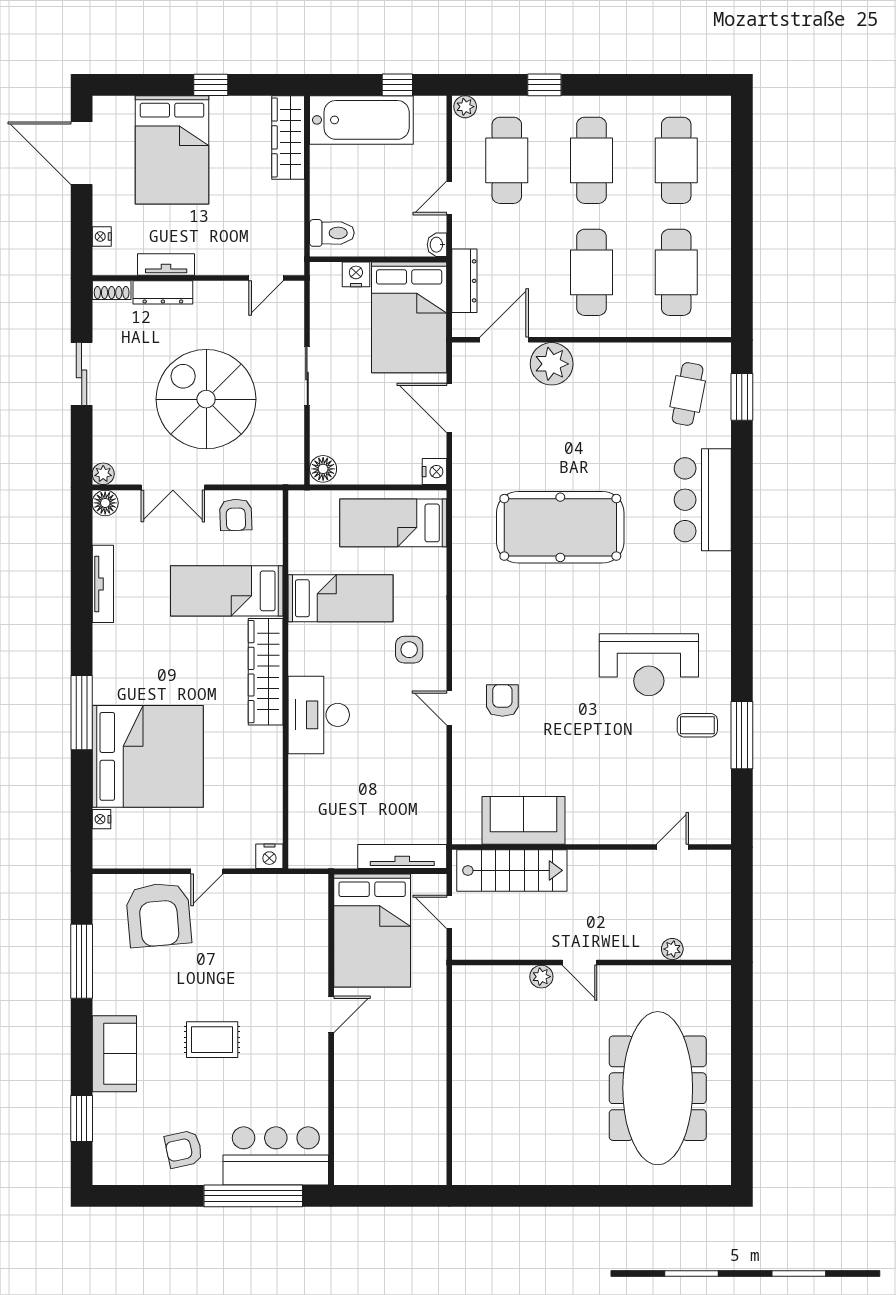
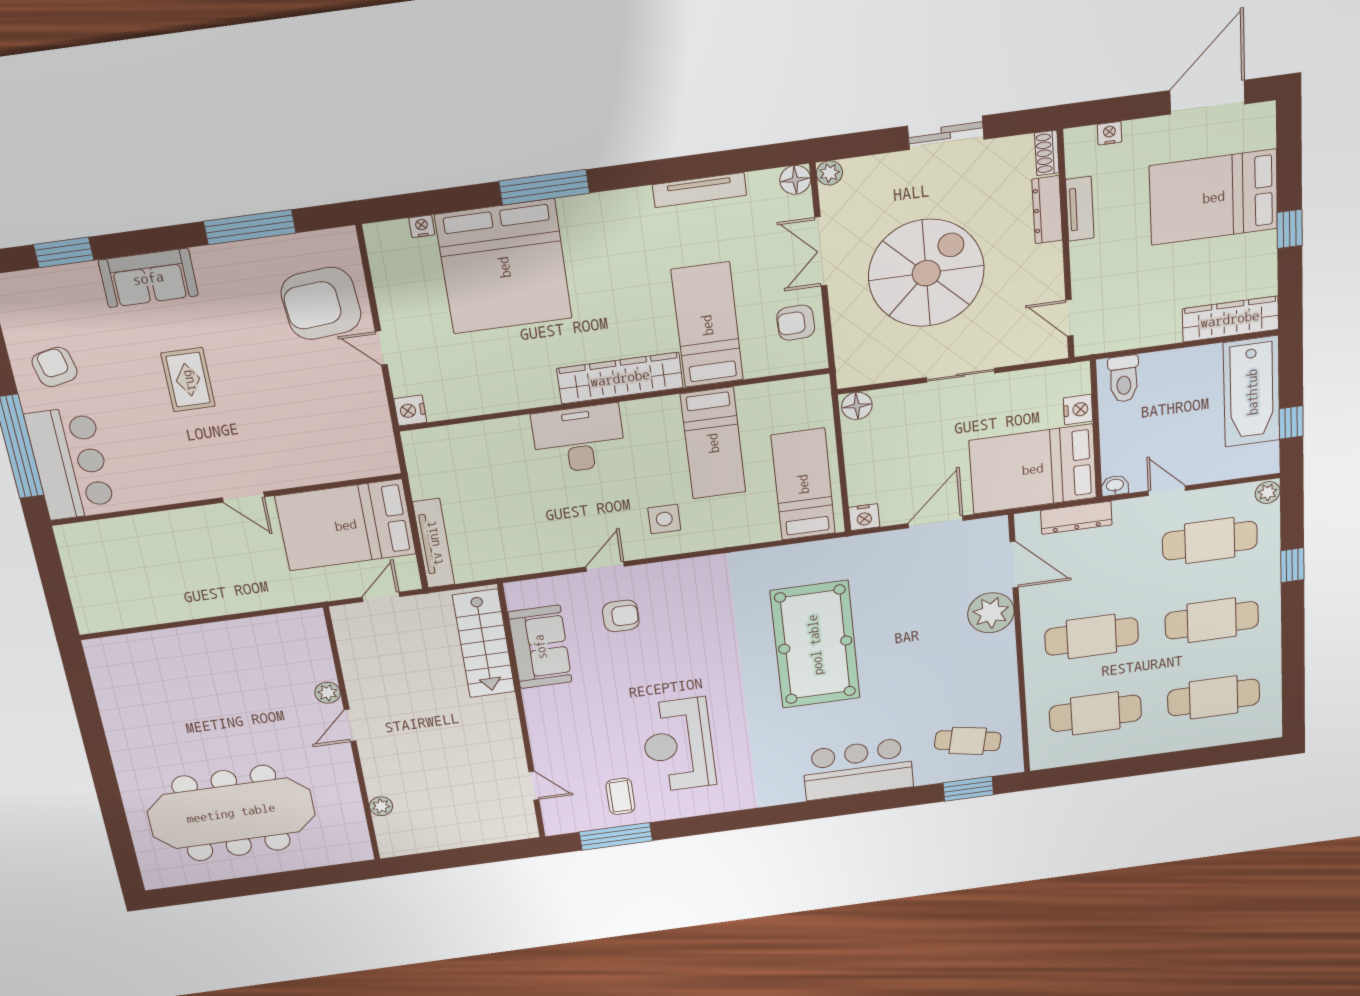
sofa: (523, 820) -> (540, 647), moved
wall: (592, 847) -> (522, 713), moved
door: (672, 847) -> (534, 786), moved
stairs: (512, 870) -> (484, 644), moved

